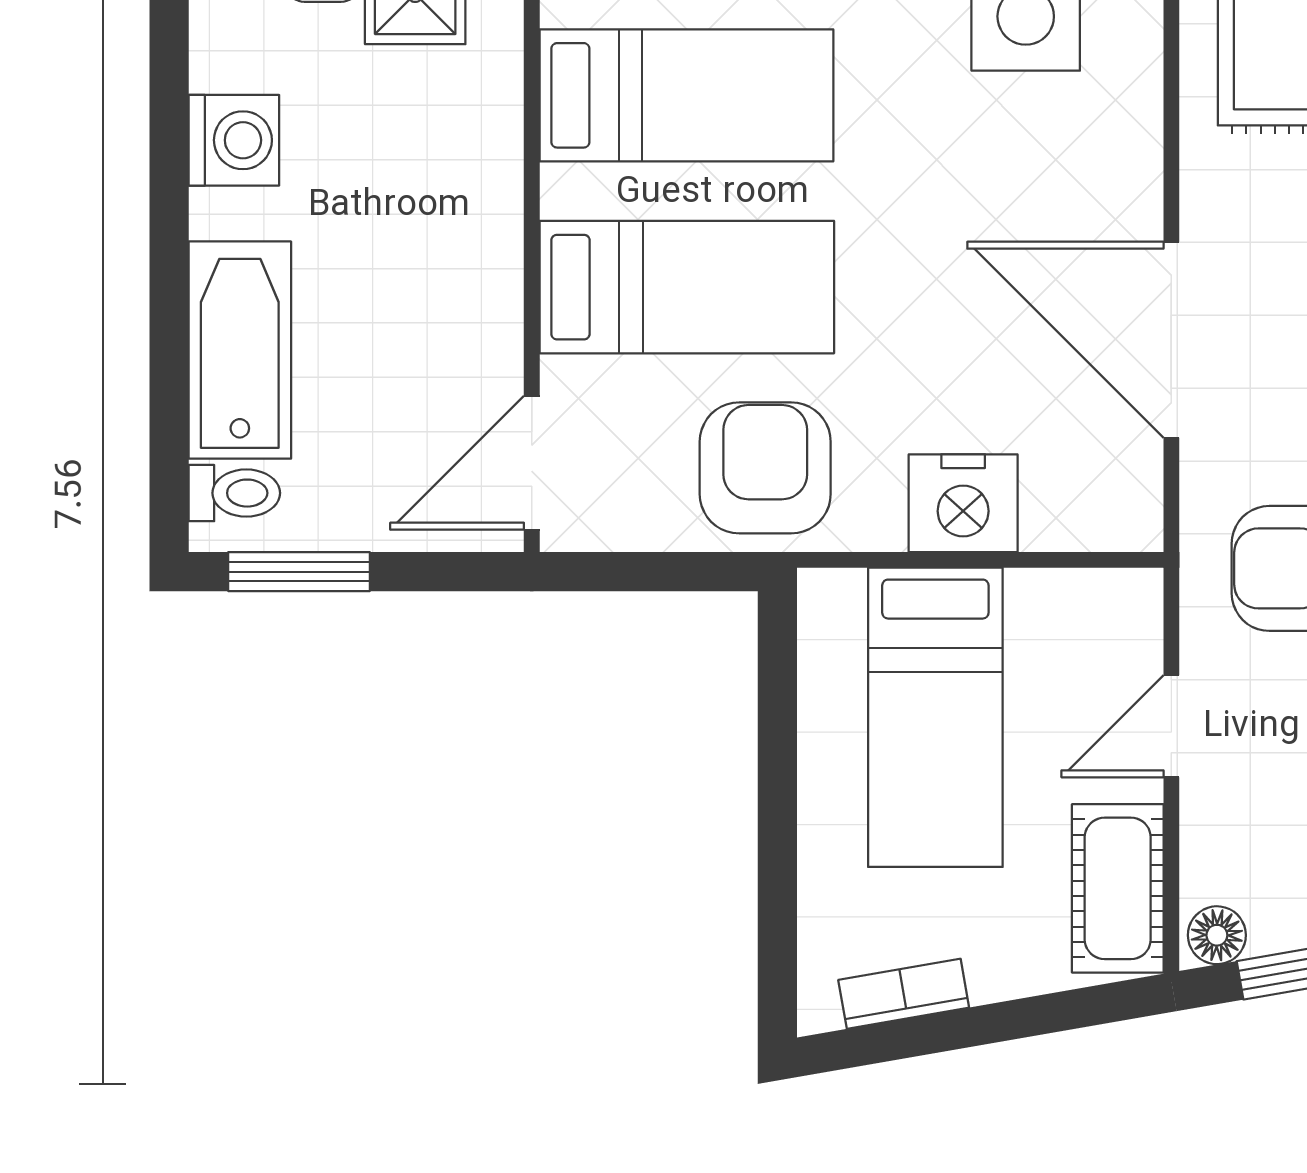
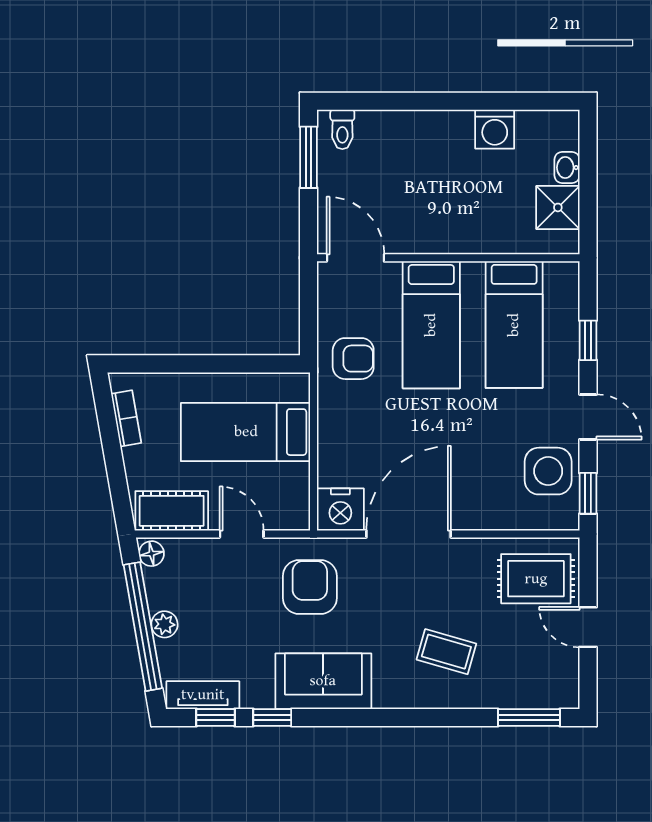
bathtub: (240, 350) -> (404, 132), removed
armchair: (765, 468) -> (353, 359), width x0.72, depth x0.72
nightstand: (963, 503) -> (340, 509), moved, turned -90

